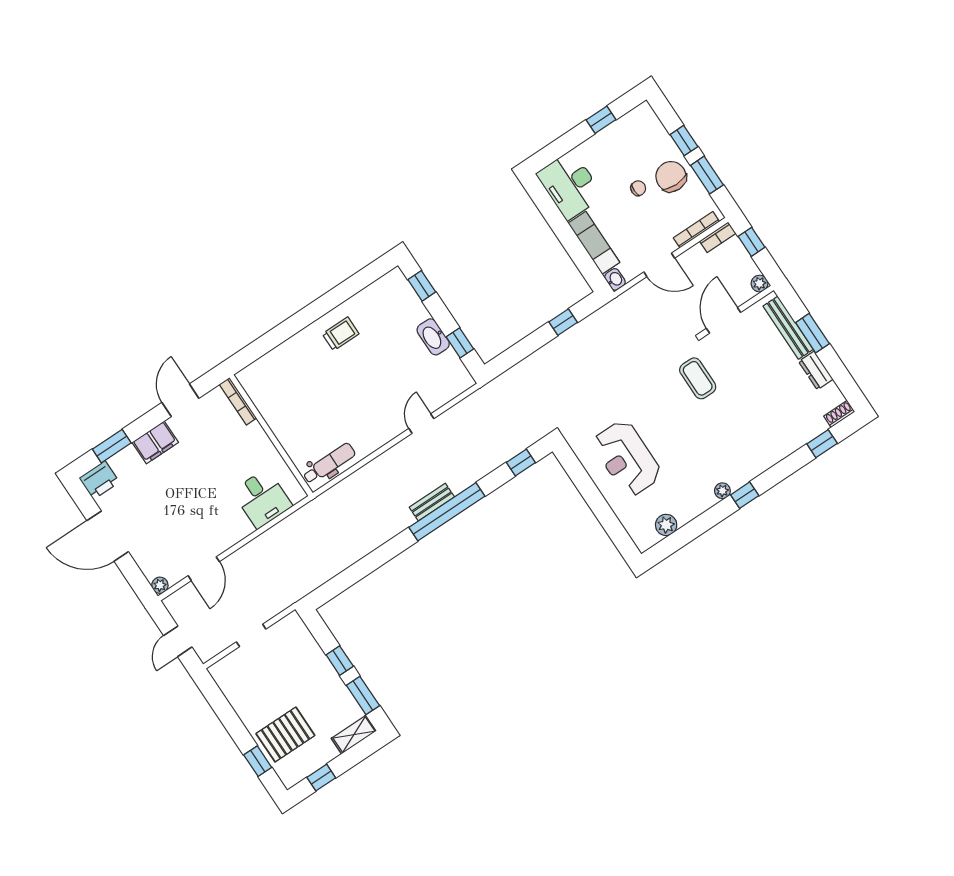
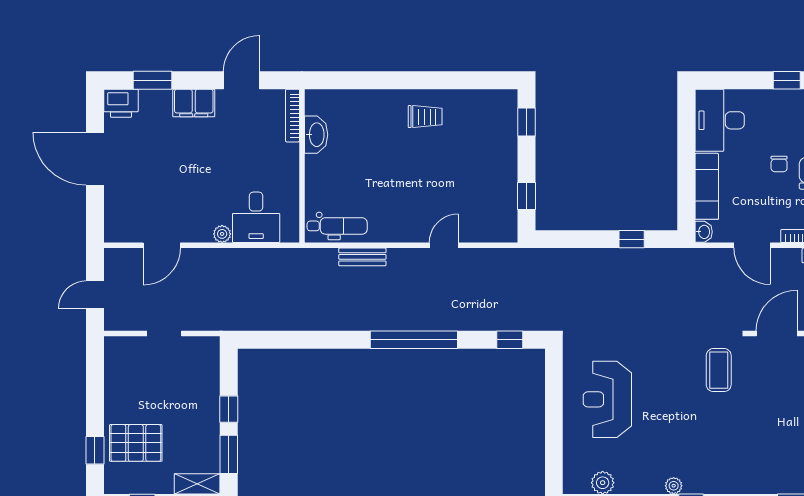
chair: (638, 188) -> (779, 164), turned 90
washbasin: (433, 337) -> (316, 135), moved, turned 180
bench: (432, 502) -> (362, 257), moved
plant: (160, 585) -> (222, 234), moved

